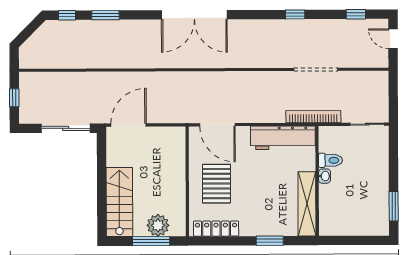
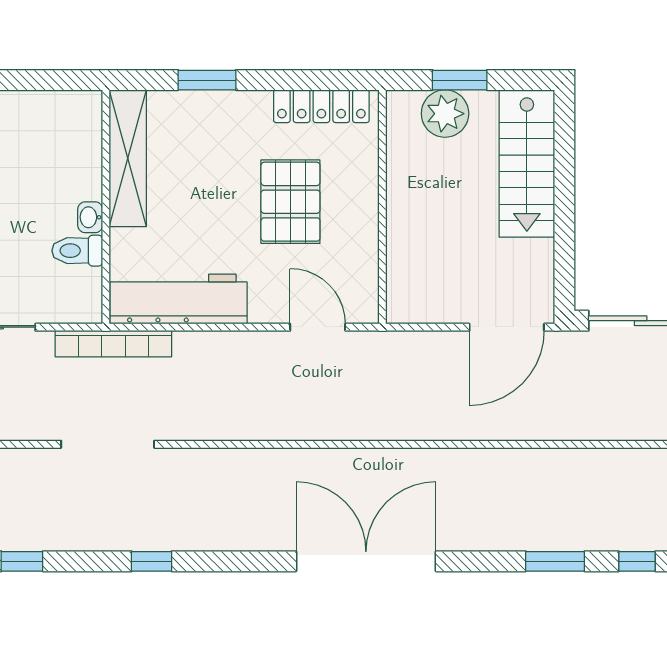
door: (217, 125) -> (318, 327), width x0.73
pallet: (216, 184) -> (290, 202), moved
window: (151, 241) -> (460, 80), width x0.69

